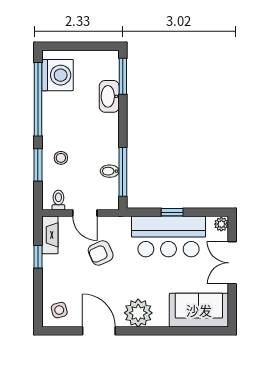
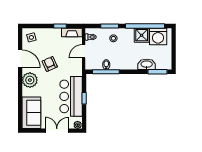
shower: (55, 106) -> (142, 35), added
armchair: (101, 253) -> (50, 64), moved
door: (99, 331) -> (20, 59), hinge flipped

